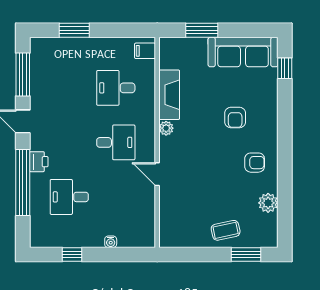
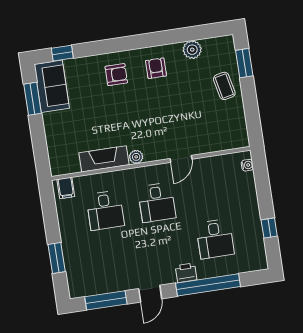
window: (202, 30) -> (33, 99), moved
sofa: (243, 52) -> (52, 86), width x0.73
armchair: (235, 118) -> (116, 75), moved
desk: (116, 142) -> (157, 202), turned 180
water cooler: (111, 242) -> (247, 165), moved

